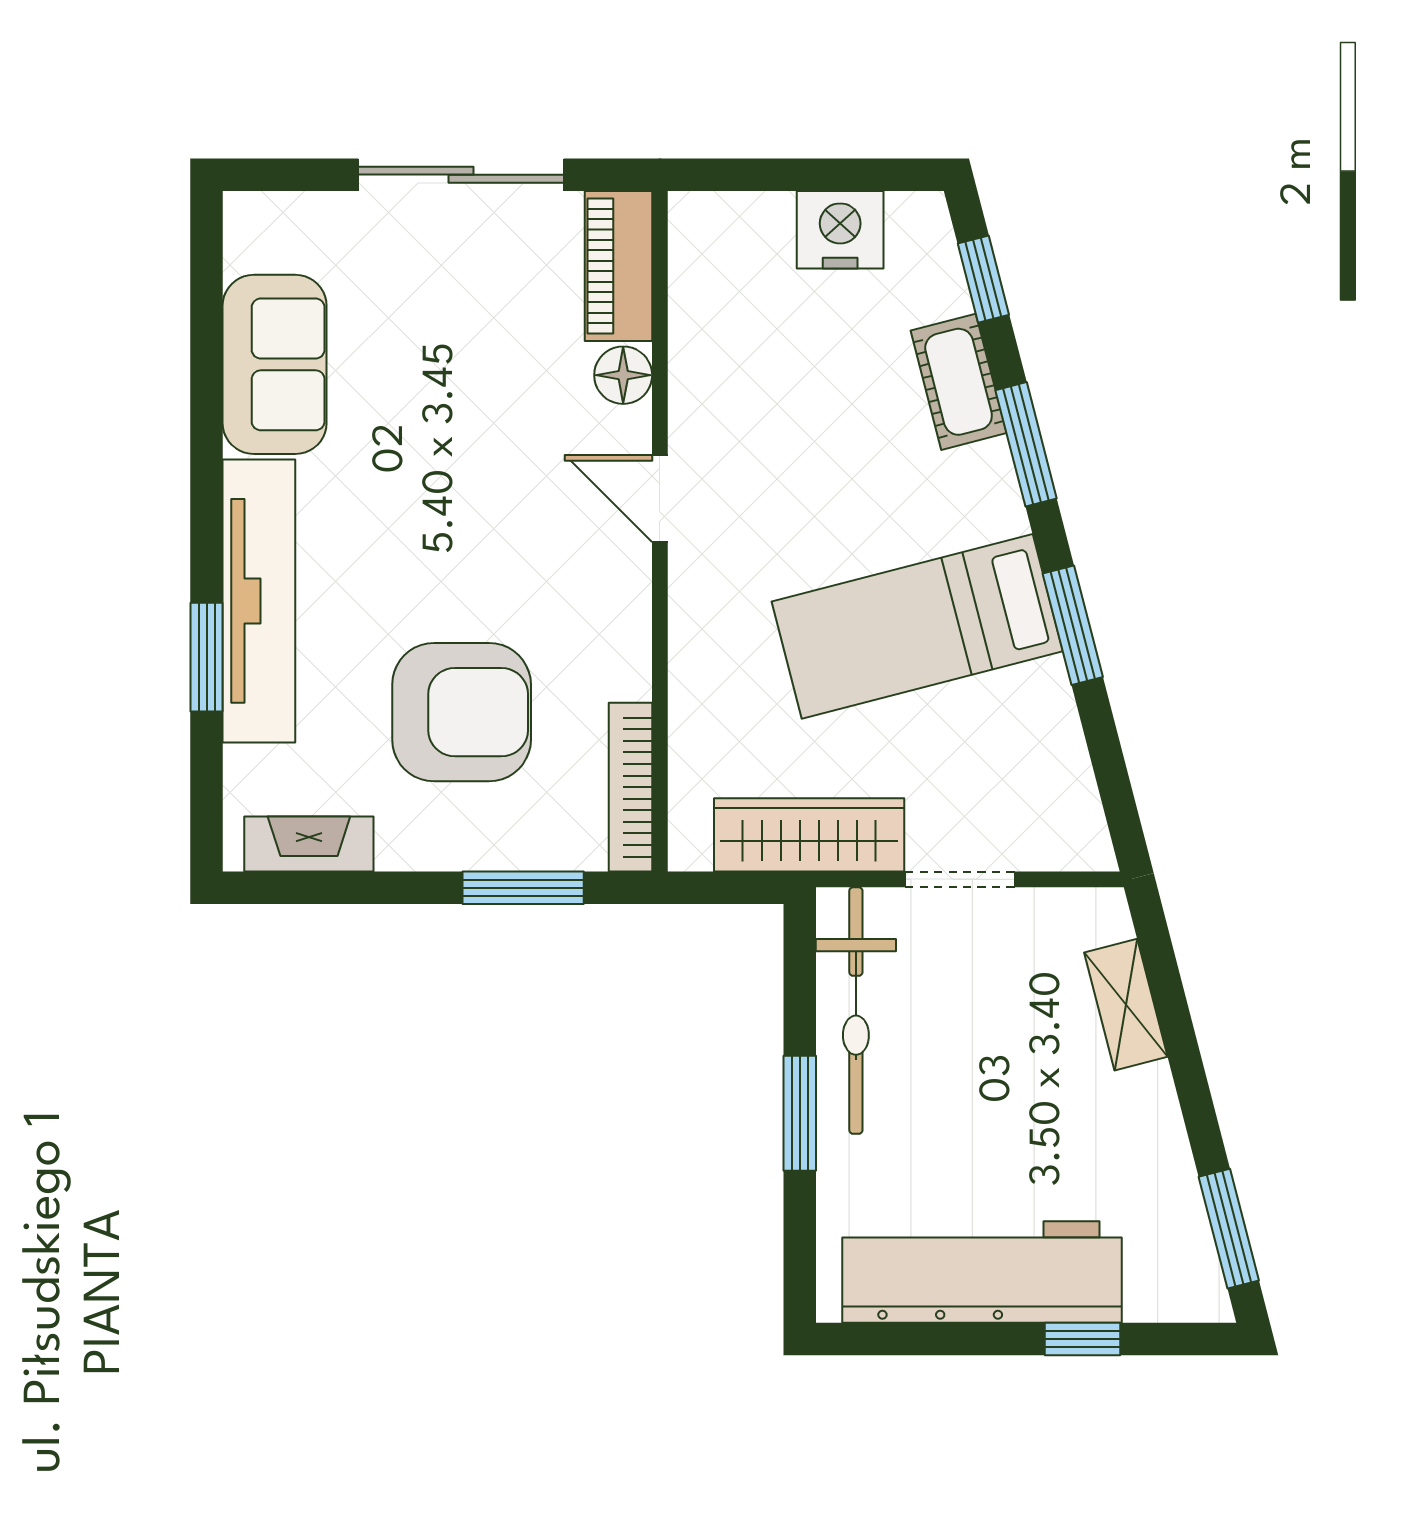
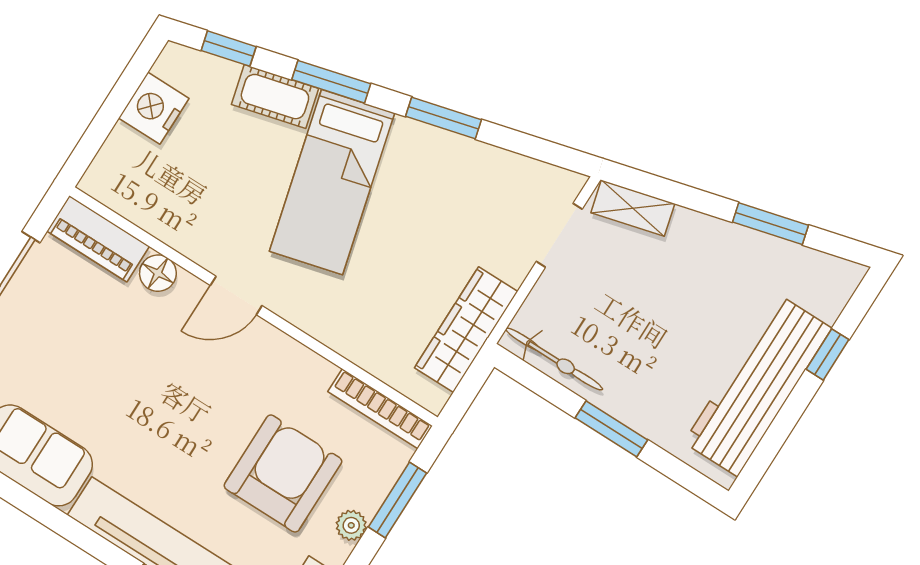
bed: (917, 626) -> (332, 182), moved
plant: (450, 847) -> (351, 525), added
doorway: (960, 879) -> (559, 235), moved
shelving: (1126, 1005) -> (633, 208), moved
bicycle: (856, 1011) -> (554, 359), width x0.73, depth x0.71
window: (1229, 1229) -> (770, 224), moved

